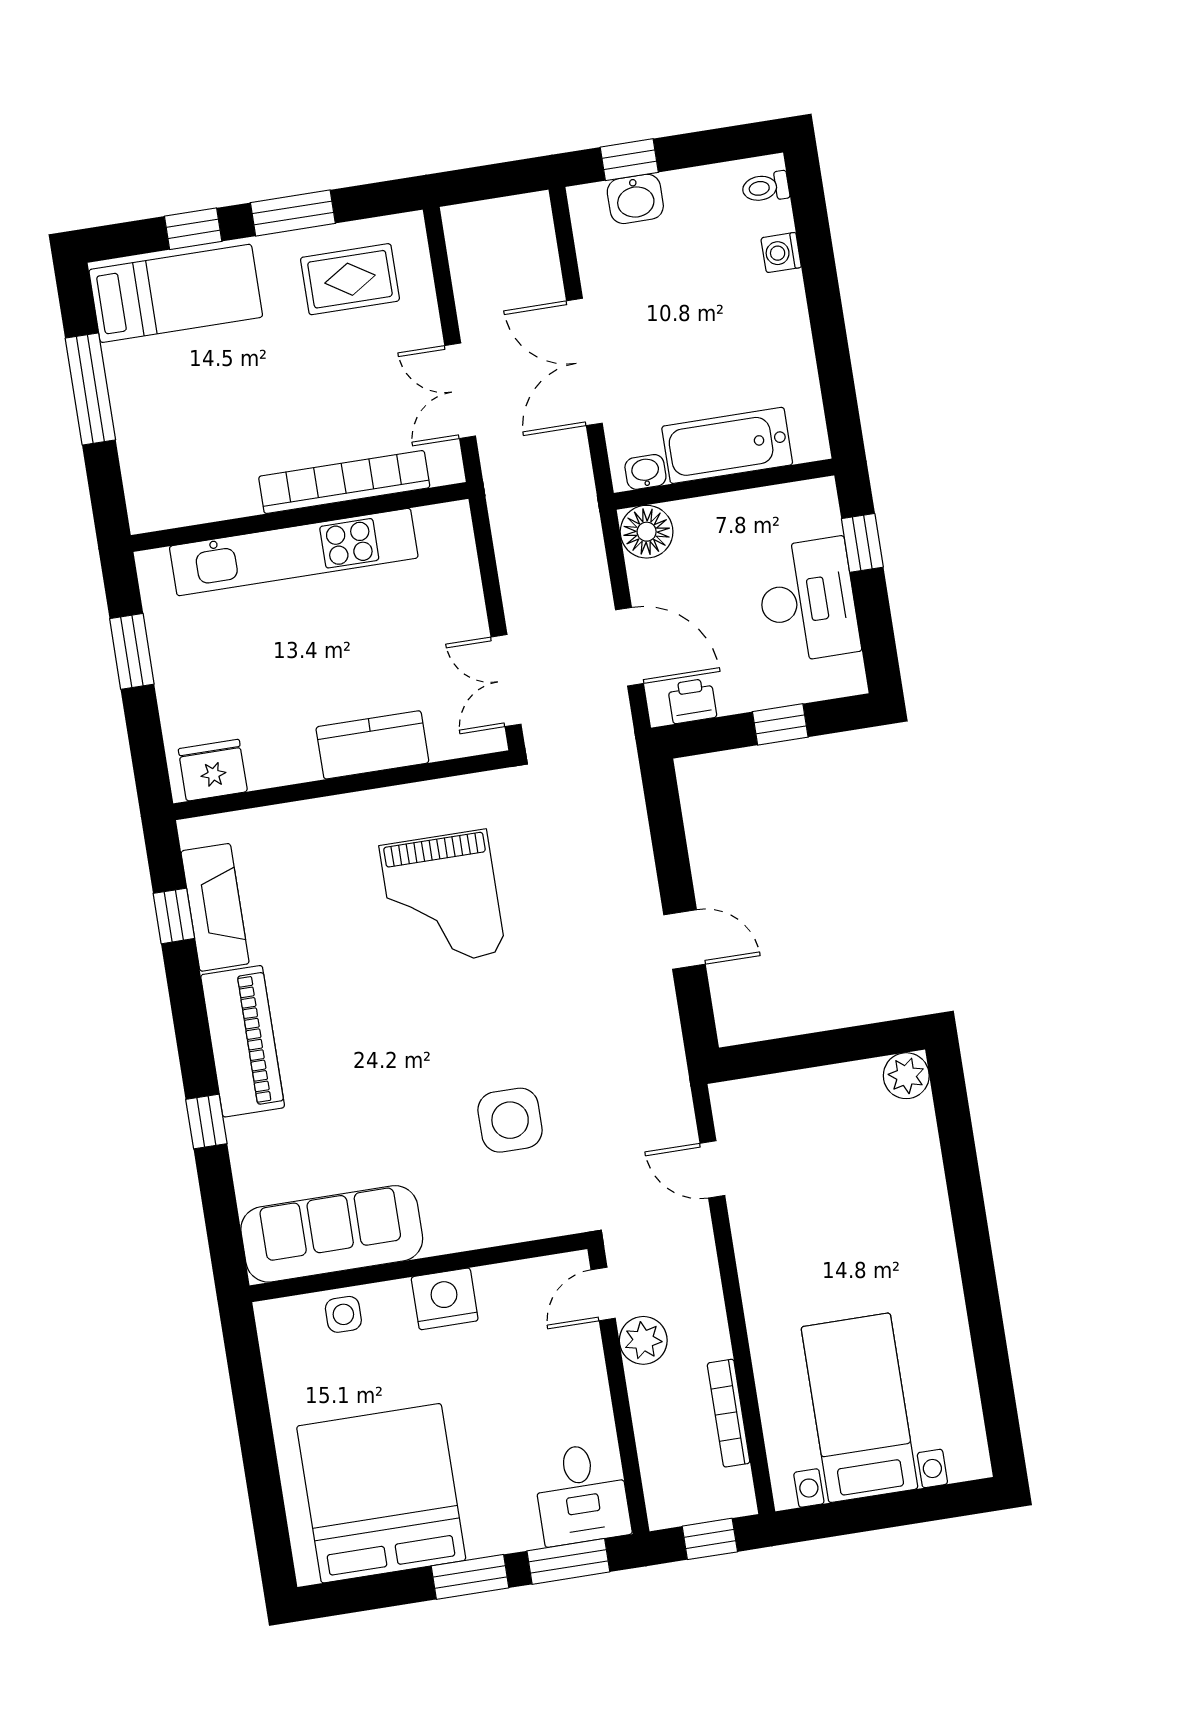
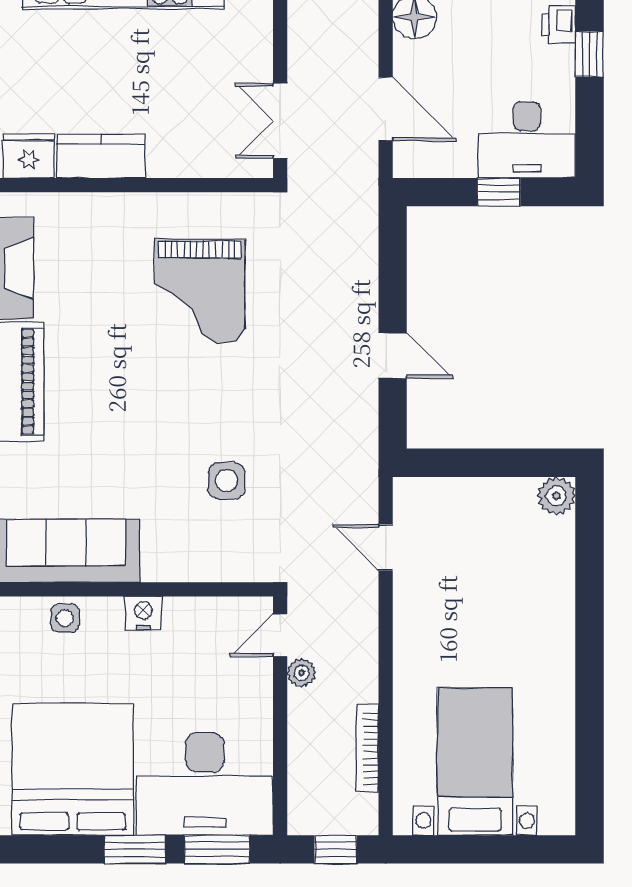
desk: (808, 600) -> (527, 140), moved, turned 90
printer: (692, 701) -> (559, 24), moved, turned -90
kitchen counter: (372, 745) -> (101, 156), moved
side table: (510, 1120) -> (226, 481), width x0.73, depth x0.73
nightstand: (445, 1299) -> (143, 613), width x0.74, depth x0.75
plant: (643, 1340) -> (302, 673), width x0.73, depth x0.73
desk: (582, 1494) -> (205, 784), width x1.87, depth x1.30

